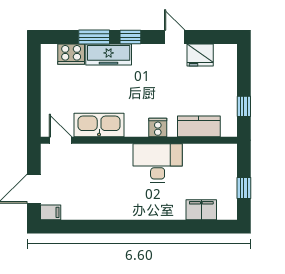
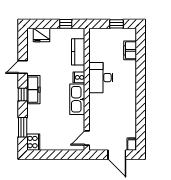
window: (94, 37) -> (23, 127), moved
cooker: (71, 54) -> (33, 142), moved
freezer: (109, 54) -> (33, 90), moved
fridge: (200, 55) -> (42, 35), moved, turned 90
kitchen sink: (99, 125) -> (77, 99), moved

